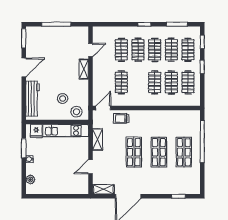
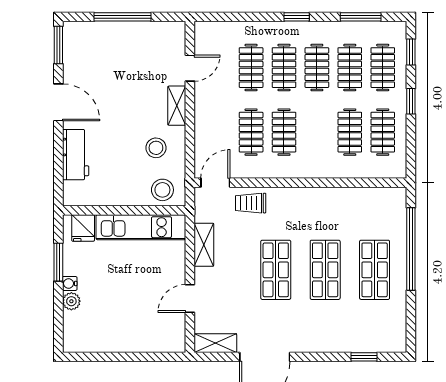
door: (24, 67) -> (58, 102), hinge flipped
clothes rail: (155, 82) -> (284, 132), moved
workbench: (33, 99) -> (76, 155), width x0.73
stool: (63, 99) -> (156, 148), moved
plant: (30, 180) -> (71, 301), moved

